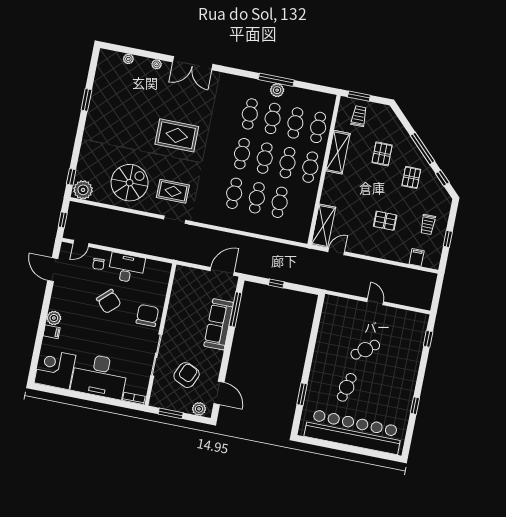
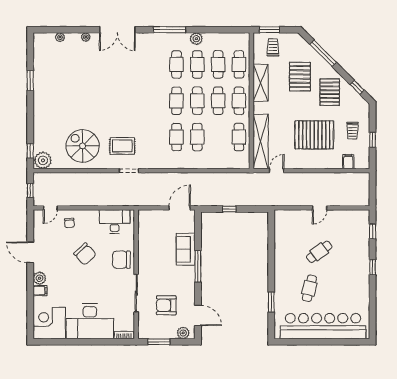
window: (276, 80) -> (170, 30), moved
rug: (177, 135) -> (116, 96), removed
window: (423, 148) -> (323, 53), moved
pallet: (382, 154) -> (300, 77), width x1.50, depth x1.42
pallet: (411, 177) -> (330, 92), width x1.50, depth x1.42
spiral stairs: (130, 183) -> (83, 146), turned -90
cafe table: (280, 202) -> (239, 137), moved
pallet: (385, 221) -> (314, 135), width x2.05, depth x2.00
shelving: (323, 226) -> (261, 141), width x1.47
desk: (126, 268) -> (115, 222), moved
door: (53, 270) -> (30, 252), moved
door: (375, 302) -> (320, 208), swing flipped
window: (235, 309) -> (198, 266), moved
chair: (147, 315) -> (121, 260), turned -90
sofa: (219, 324) -> (186, 249), width x0.73
armchair: (187, 375) -> (166, 305), turned -114
window: (415, 406) -> (373, 267), moved

